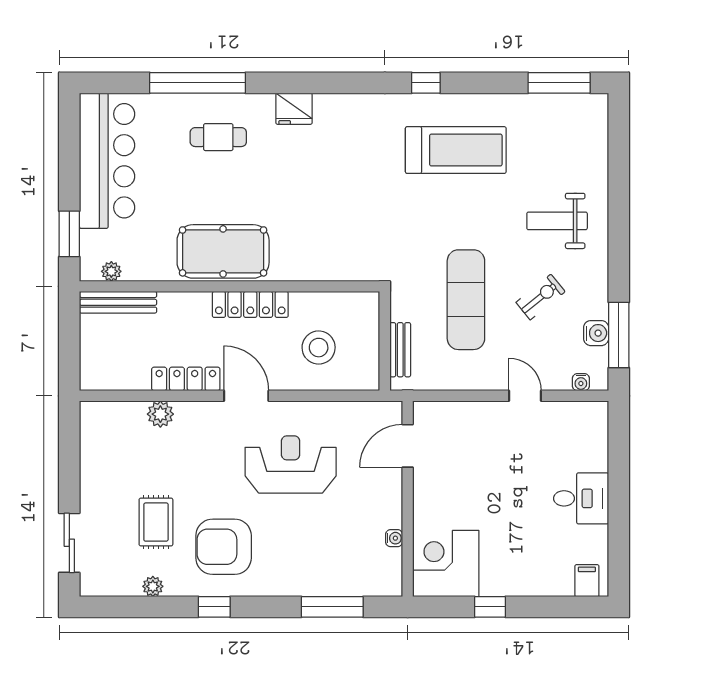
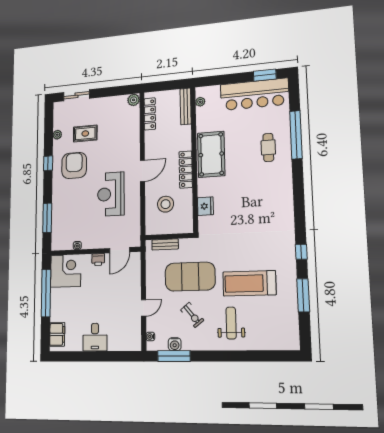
window: (559, 83) -> (303, 295), moved
fridge: (294, 109) -> (205, 206), moved, turned 180
treadmill: (456, 150) -> (249, 283), moved, turned 90
window: (69, 234) -> (265, 75), moved
exercise mat: (466, 300) -> (190, 277), width x1.47
locker: (186, 379) -> (150, 114), moved
plant: (160, 414) -> (134, 100), moved
door: (408, 446) -> (120, 250), swing flipped
reception desk: (291, 464) -> (111, 194), turned 180
printer: (425, 492) -> (98, 260), added
filing cabinet: (587, 581) -> (57, 334), width x2.00
window: (490, 607) -> (46, 293), width x3.17

